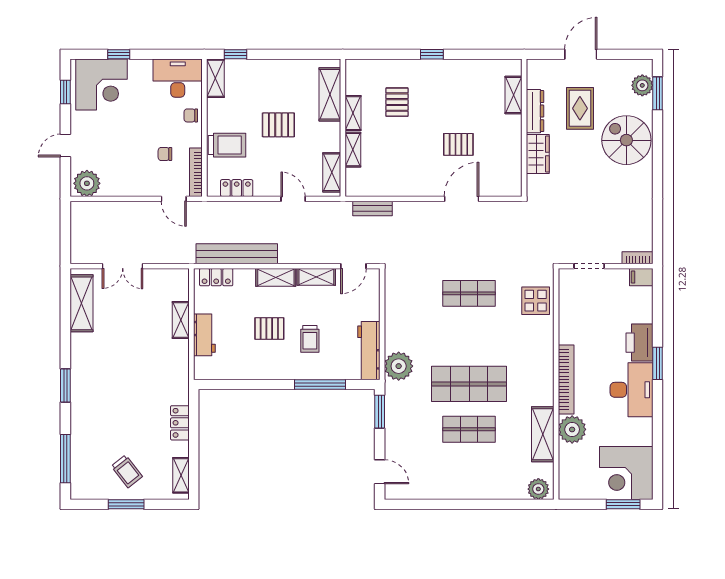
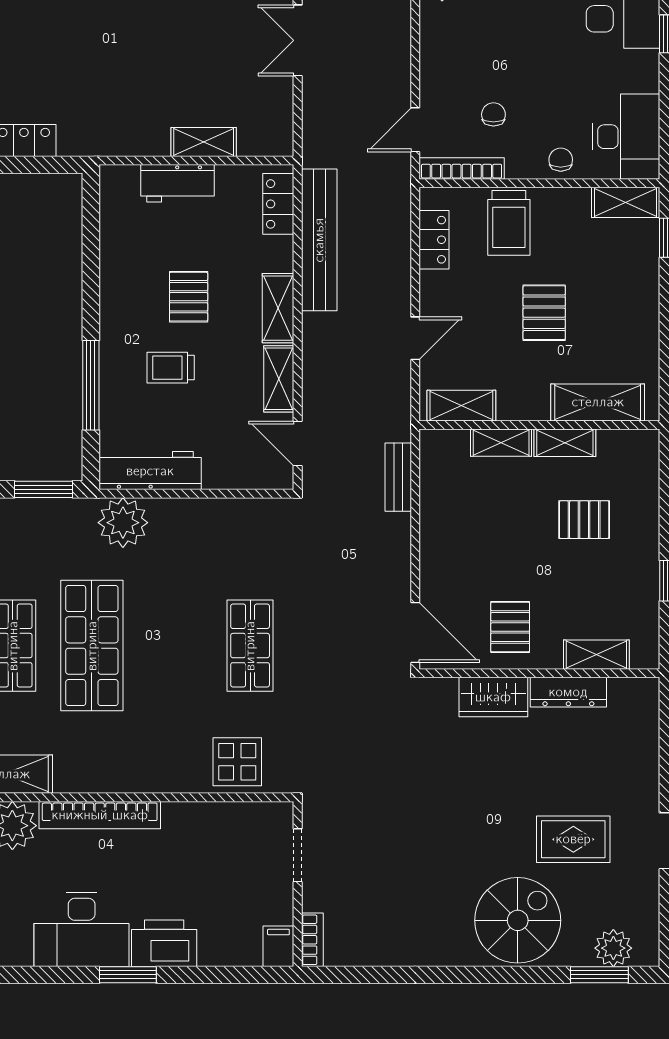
shelving: (514, 95) -> (596, 655), moved
dresser: (535, 111) -> (568, 692), moved
wall: (524, 128) -> (539, 673), moved
wardrobe: (538, 154) -> (493, 697), moved

